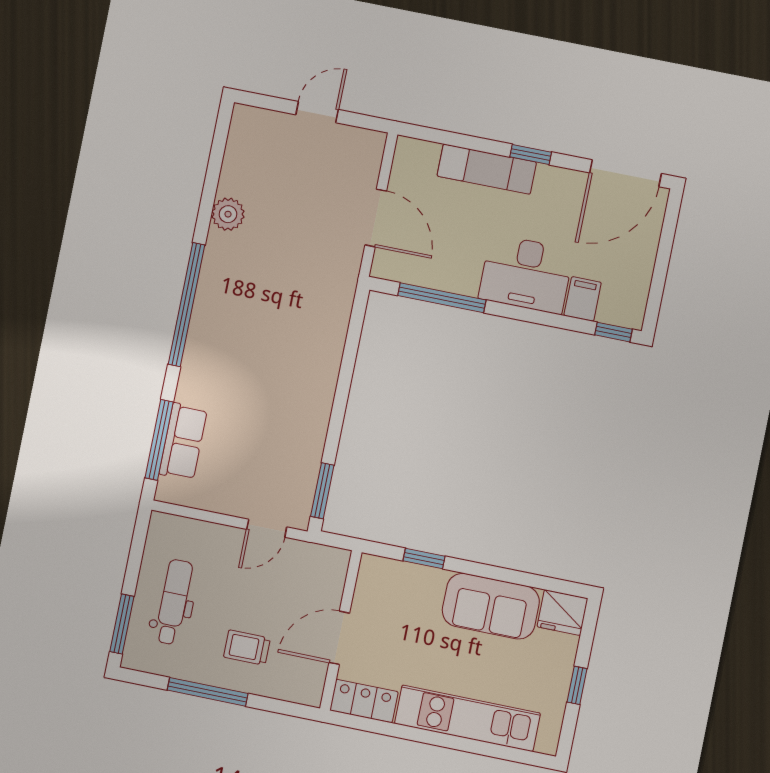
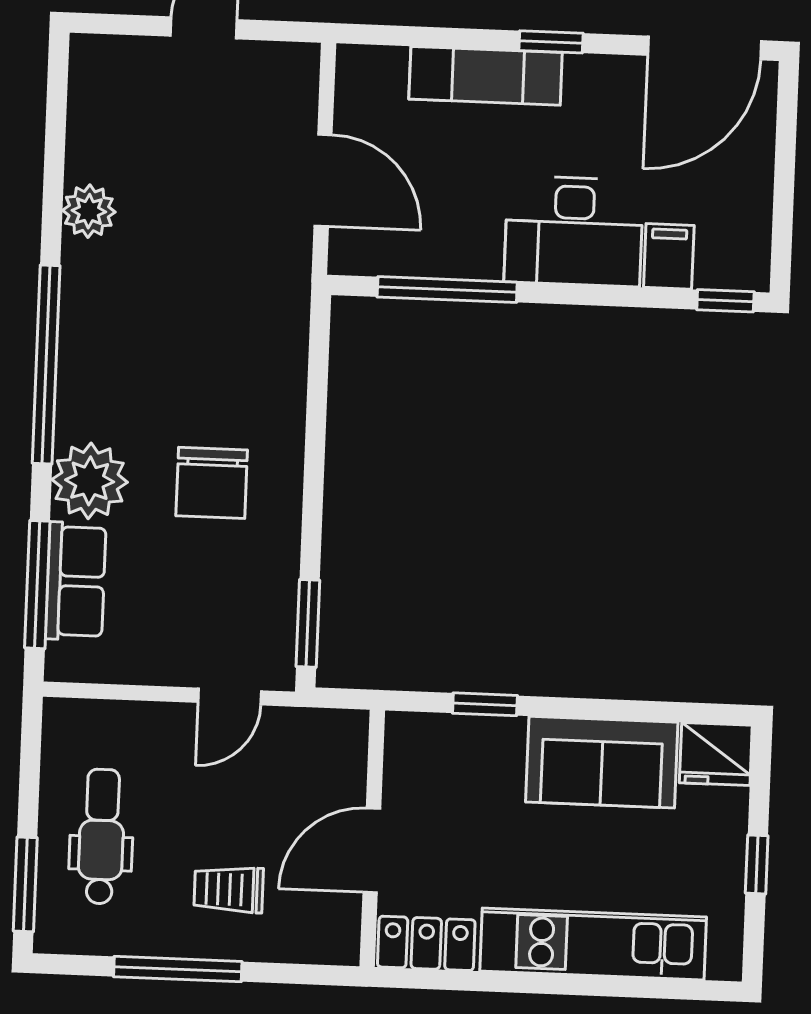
plant: (202, 381) -> (90, 481), added
chair: (277, 394) -> (212, 483), added

